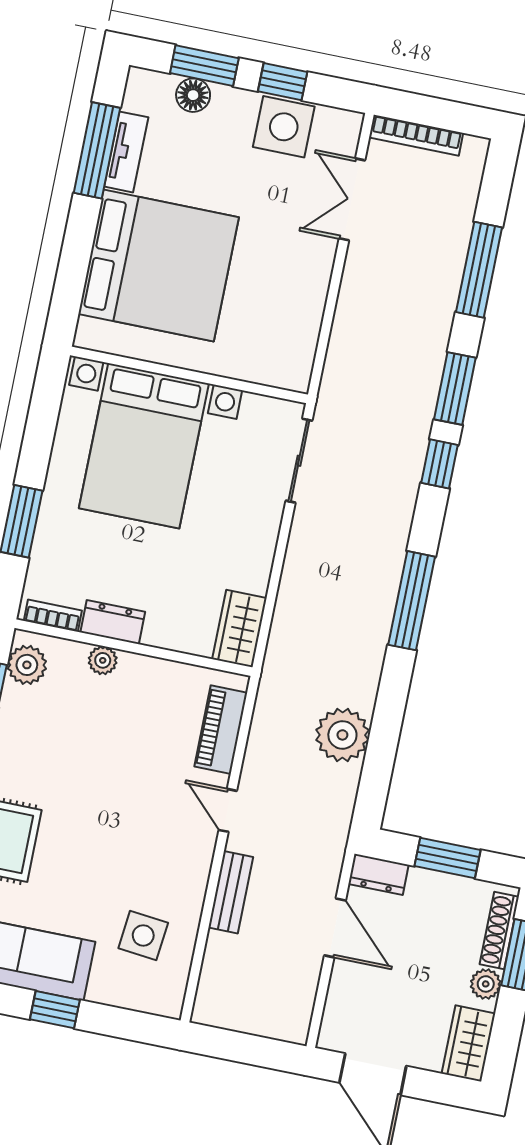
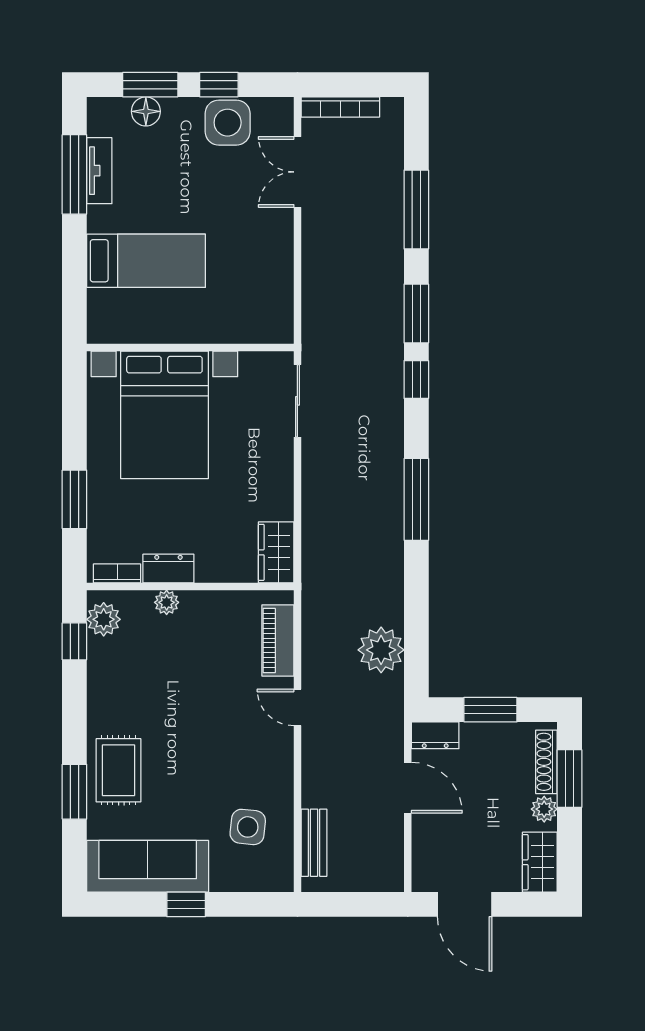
bed: (159, 266) -> (146, 261), width x0.49
plant: (342, 735) -> (381, 650), moved
bench: (231, 892) -> (314, 843), moved

